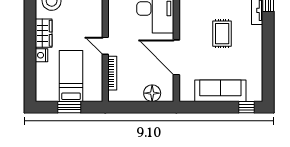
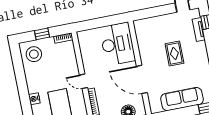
wardrobe: (44, 33) -> (33, 81), removed

